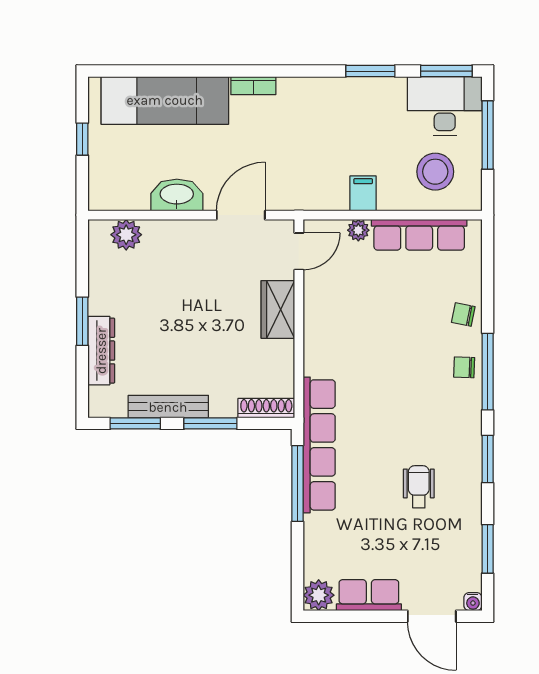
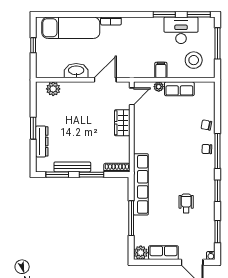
desk: (445, 106) -> (181, 30), moved
row of seats: (419, 235) -> (179, 89), width x0.68
window: (297, 484) -> (131, 218), moved

